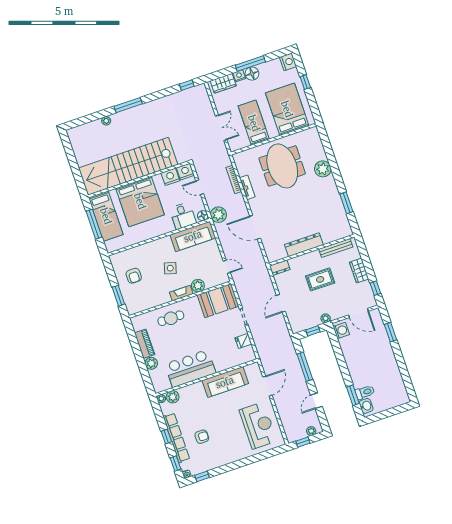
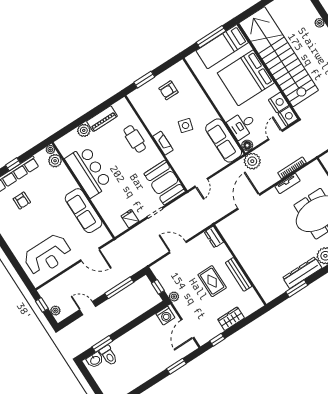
dresser: (304, 245) -> (302, 273), moved, turned -90
bench: (336, 248) -> (239, 274), moved
plant: (198, 286) -> (175, 158), removed

